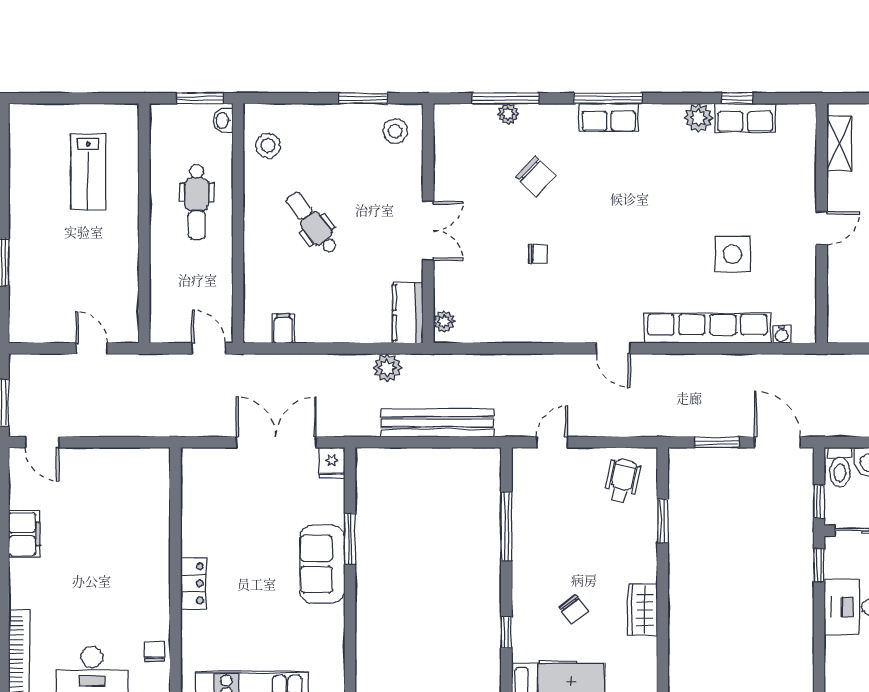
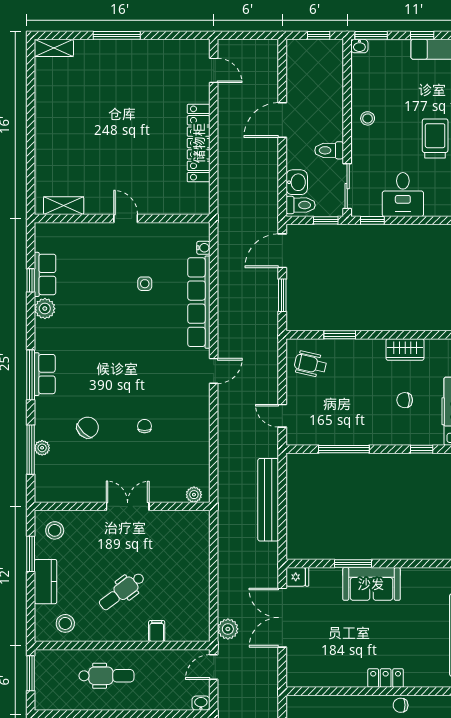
washbasin: (223, 121) -> (201, 703), moved, turned 180
side table: (732, 254) -> (145, 284), width x0.54, depth x0.54
kitchen counter: (408, 313) -> (46, 582), moved, turned -90
filing cabinet: (283, 329) -> (157, 631), moved, turned 90
plant: (387, 368) -> (228, 629), moved
chair: (573, 609) -> (405, 400), turned -143
chair: (155, 652) -> (401, 705), moved

